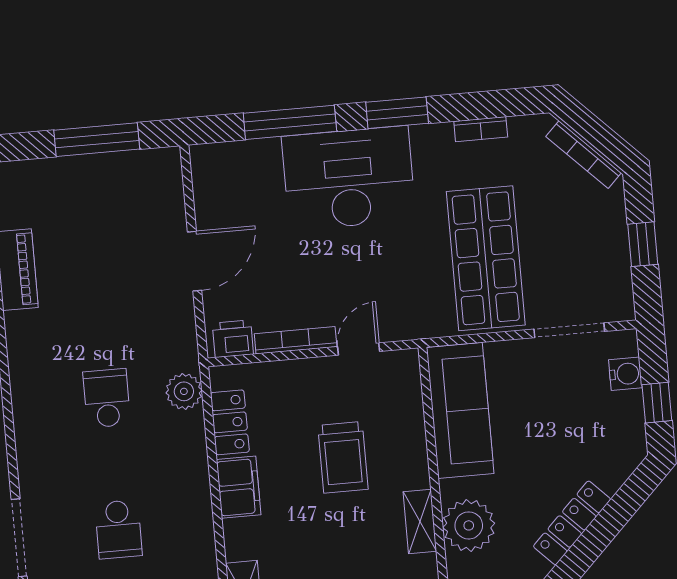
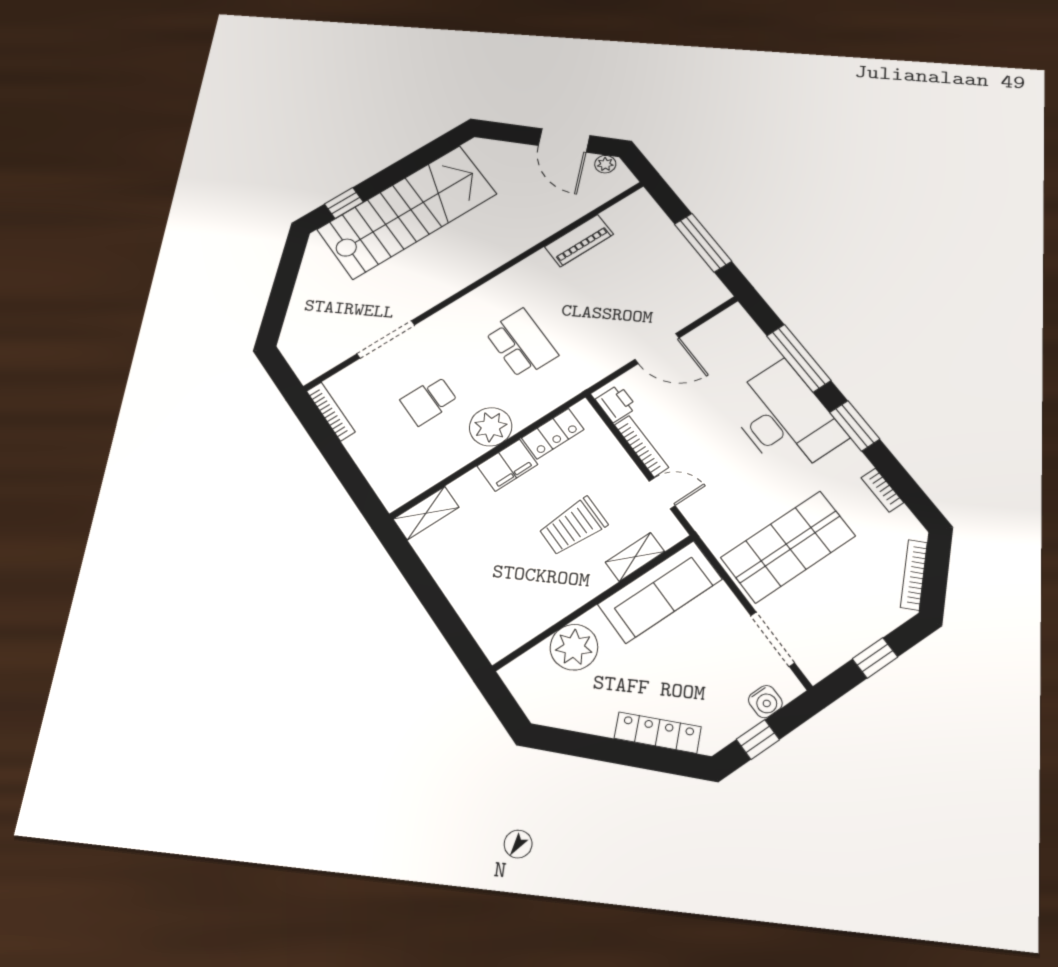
plant: (184, 391) -> (491, 427), moved, width x1.36, depth x1.36
school desk: (107, 398) -> (522, 343), width x1.85
shelving: (420, 521) -> (635, 557), moved
locker: (572, 523) -> (658, 733), moved

